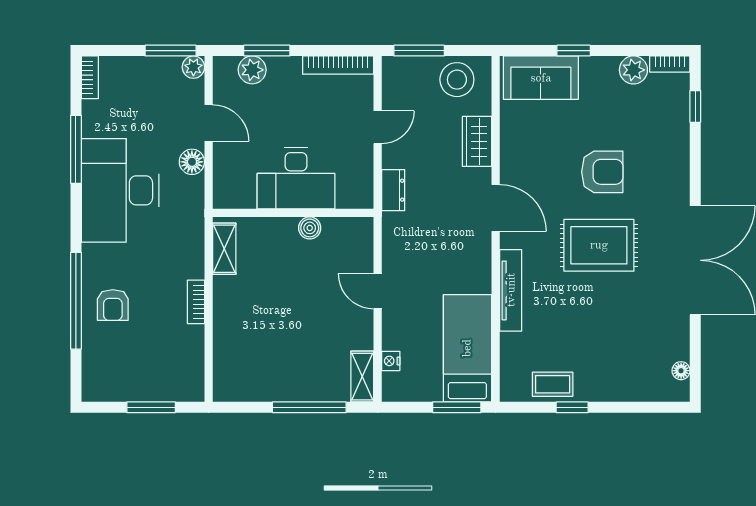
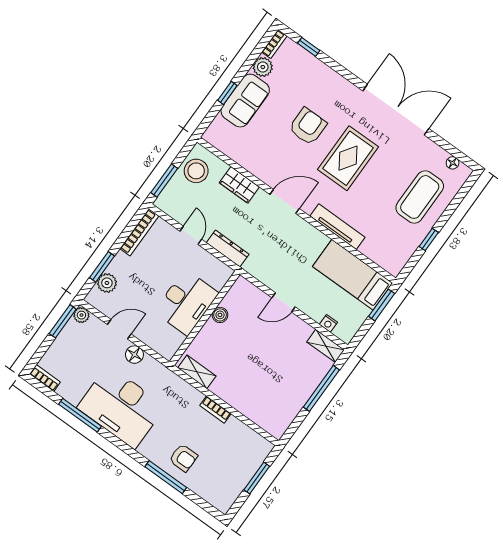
sofa: (541, 78) -> (245, 101), moved
dresser: (393, 190) -> (228, 249), width x1.44
window: (76, 301) -> (166, 477), width x0.68
coffee table: (553, 384) -> (420, 197), moved, width x1.86, depth x1.72

